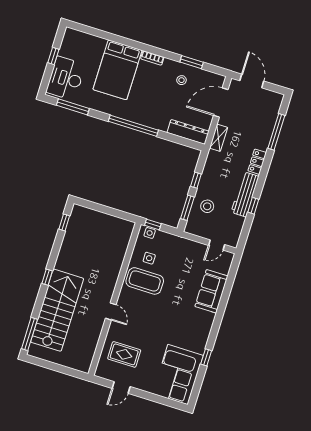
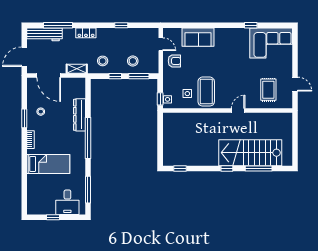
window: (192, 62) -> (24, 118), moved
bed: (117, 70) -> (48, 164), width x0.67
desk: (66, 78) -> (67, 202), width x0.73
dresser: (188, 132) -> (80, 115), moved
stool: (218, 171) -> (103, 61), added
workbench: (245, 194) -> (44, 34), moved
armchair: (192, 255) -> (174, 61), added
window: (29, 334) -> (259, 168), moved

